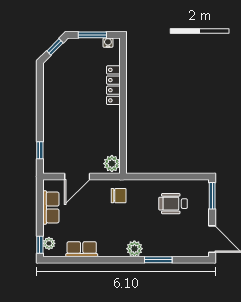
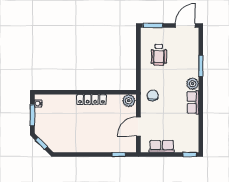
locker: (113, 85) -> (91, 99), moved
door: (77, 176) -> (138, 127), swing flipped
plant: (49, 243) -> (189, 148), removed
row of seats: (82, 249) -> (193, 102), moved

